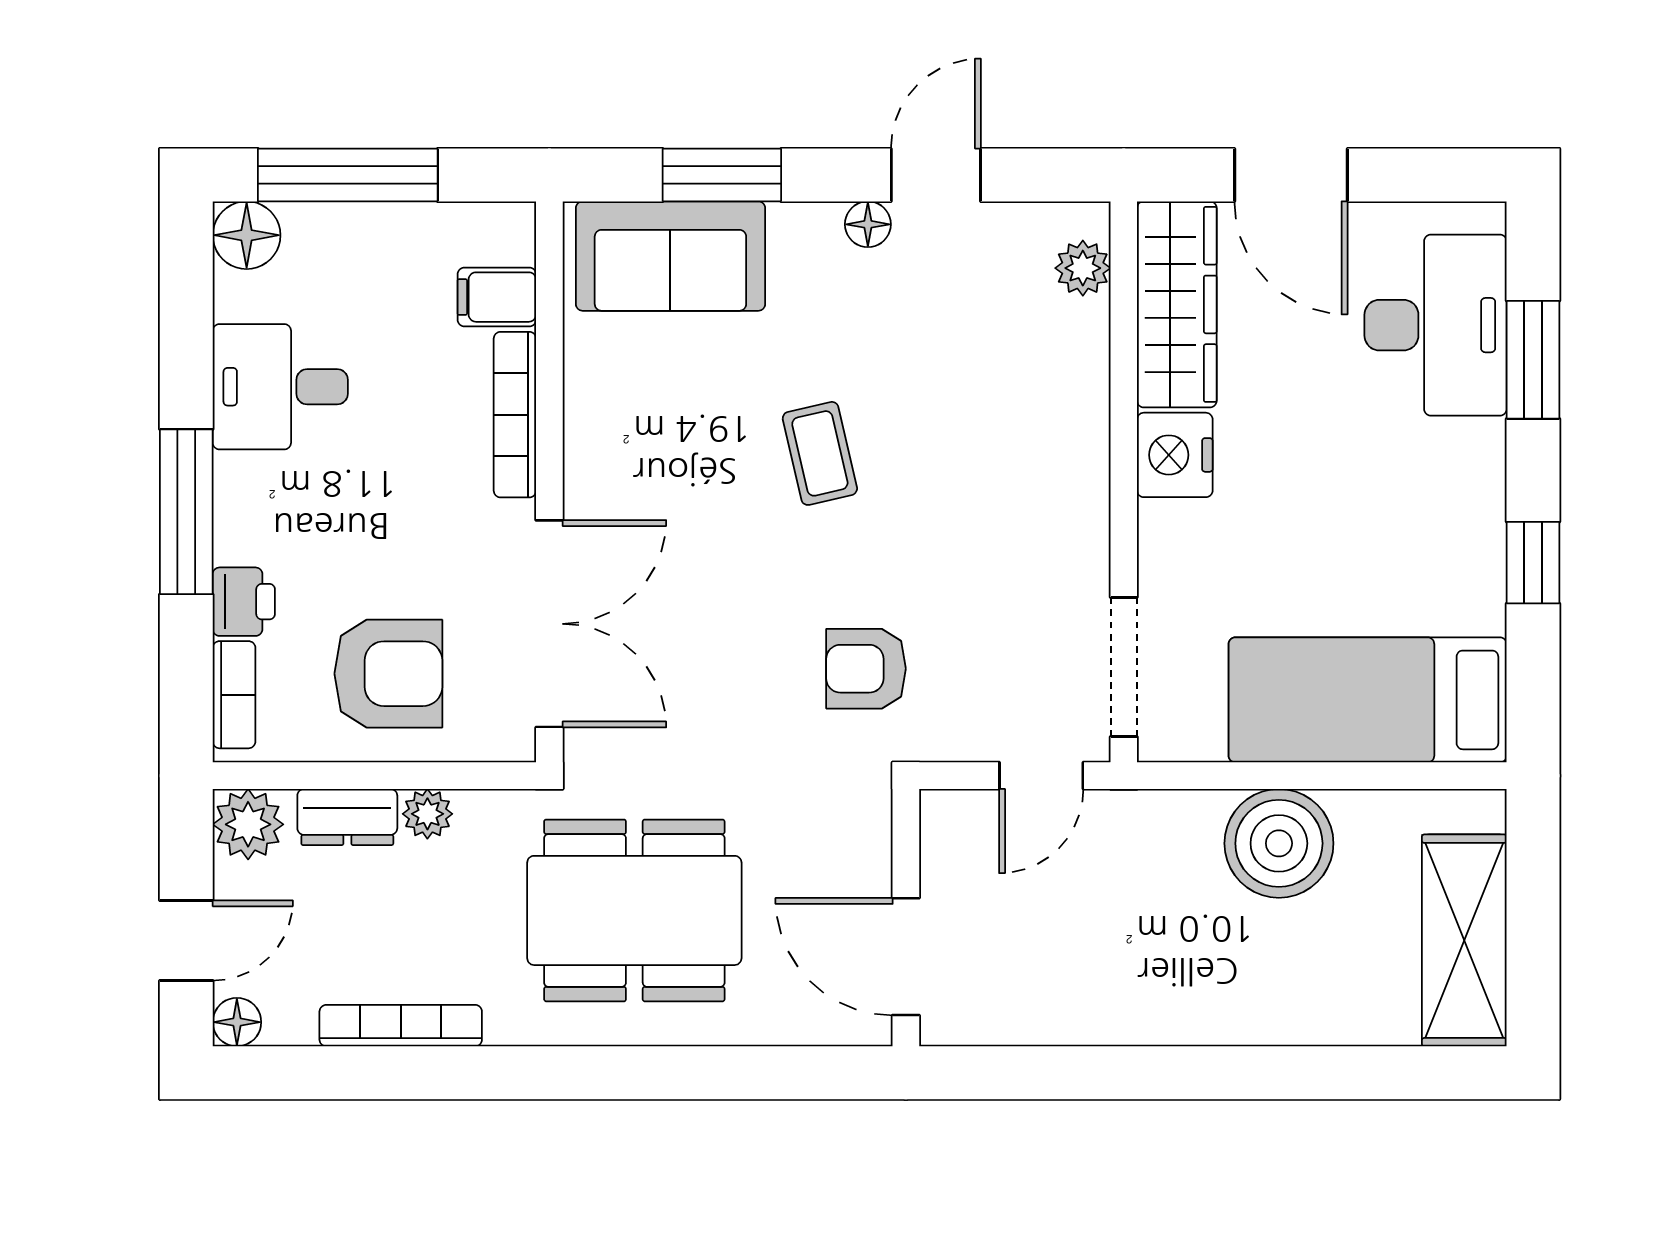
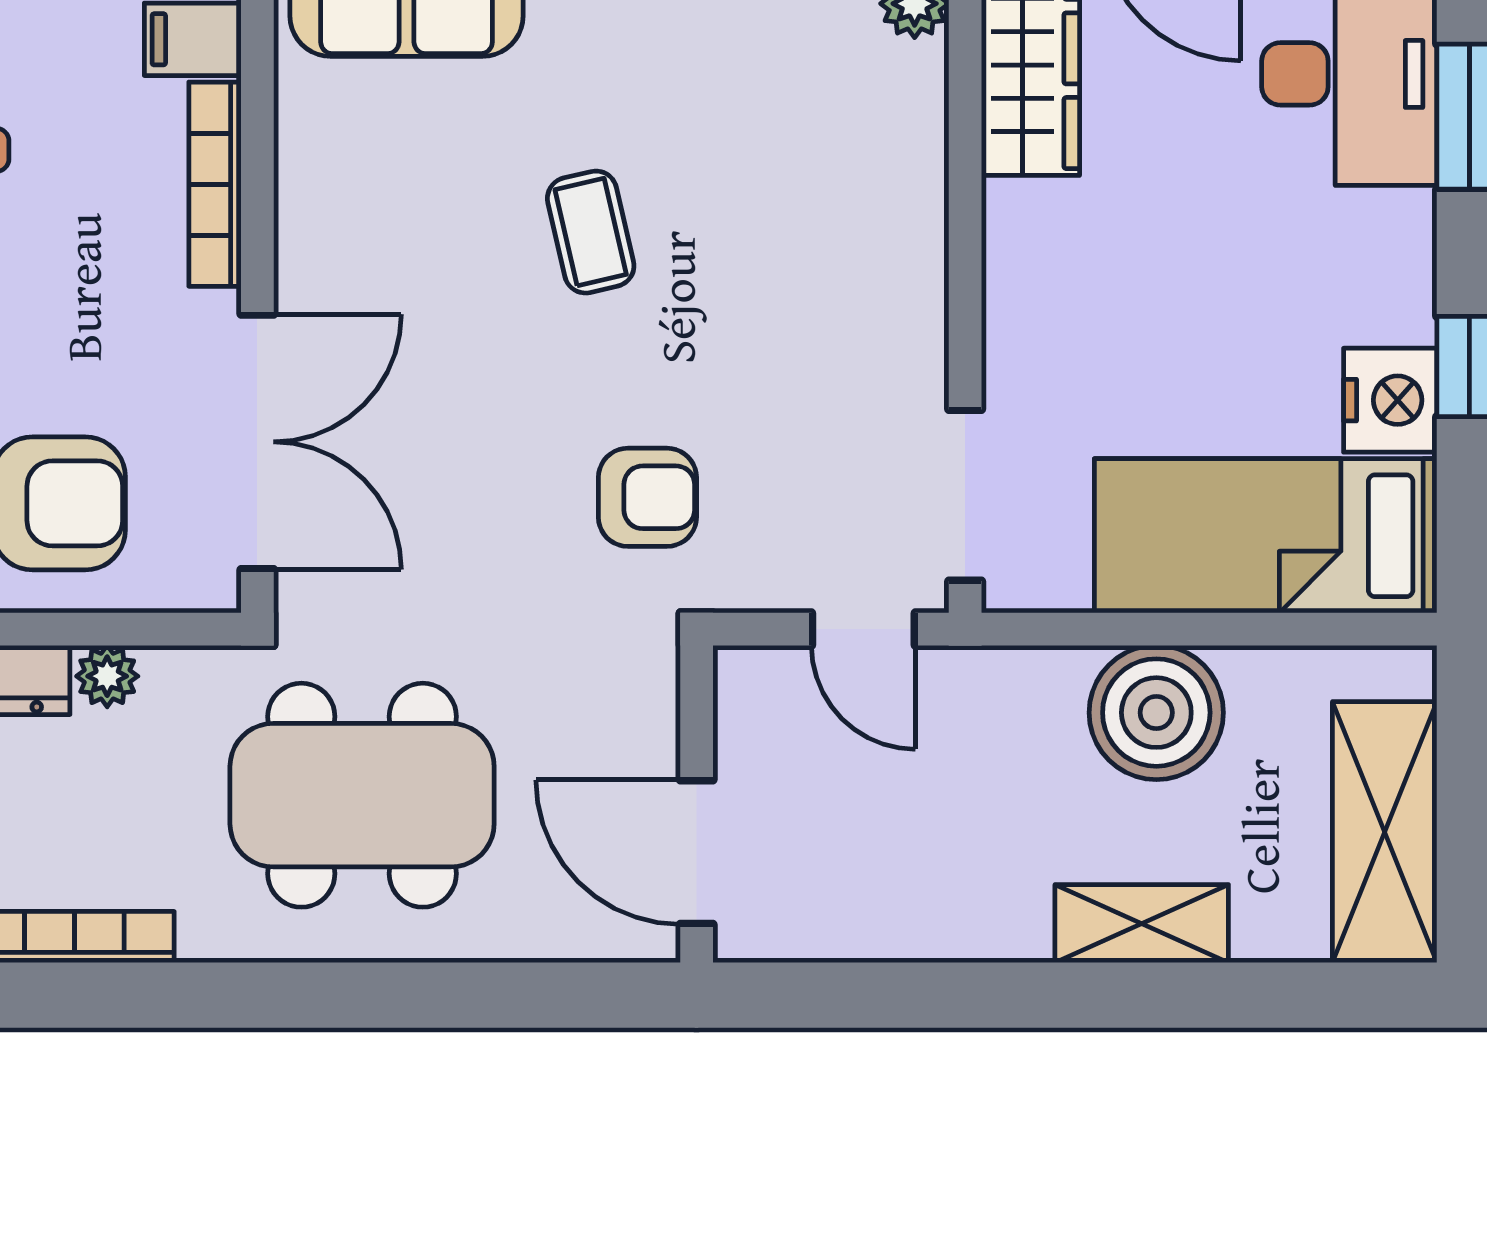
nightstand: (1175, 455) -> (1390, 400), moved, turned 180
armchair: (866, 669) -> (647, 497), turned 180
door: (1041, 776) -> (863, 629), hinge flipped
shelving: (1267, 1015) -> (1142, 924), added

